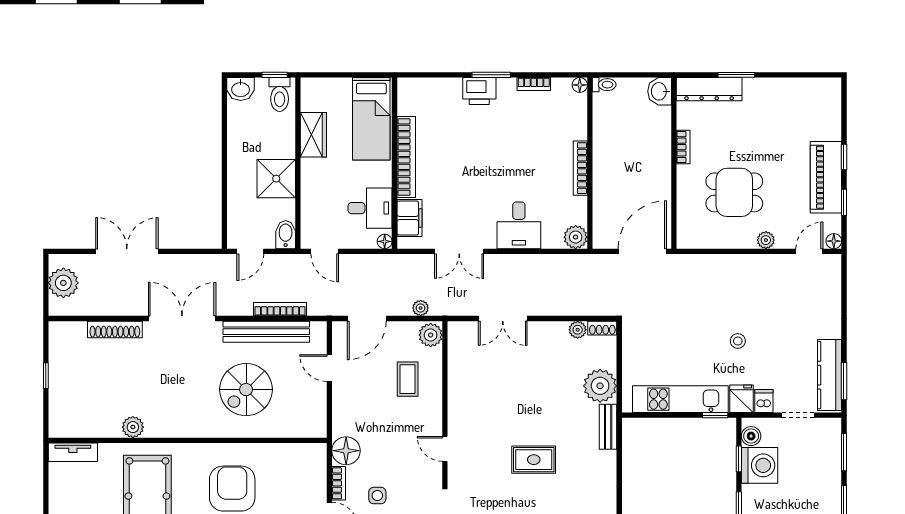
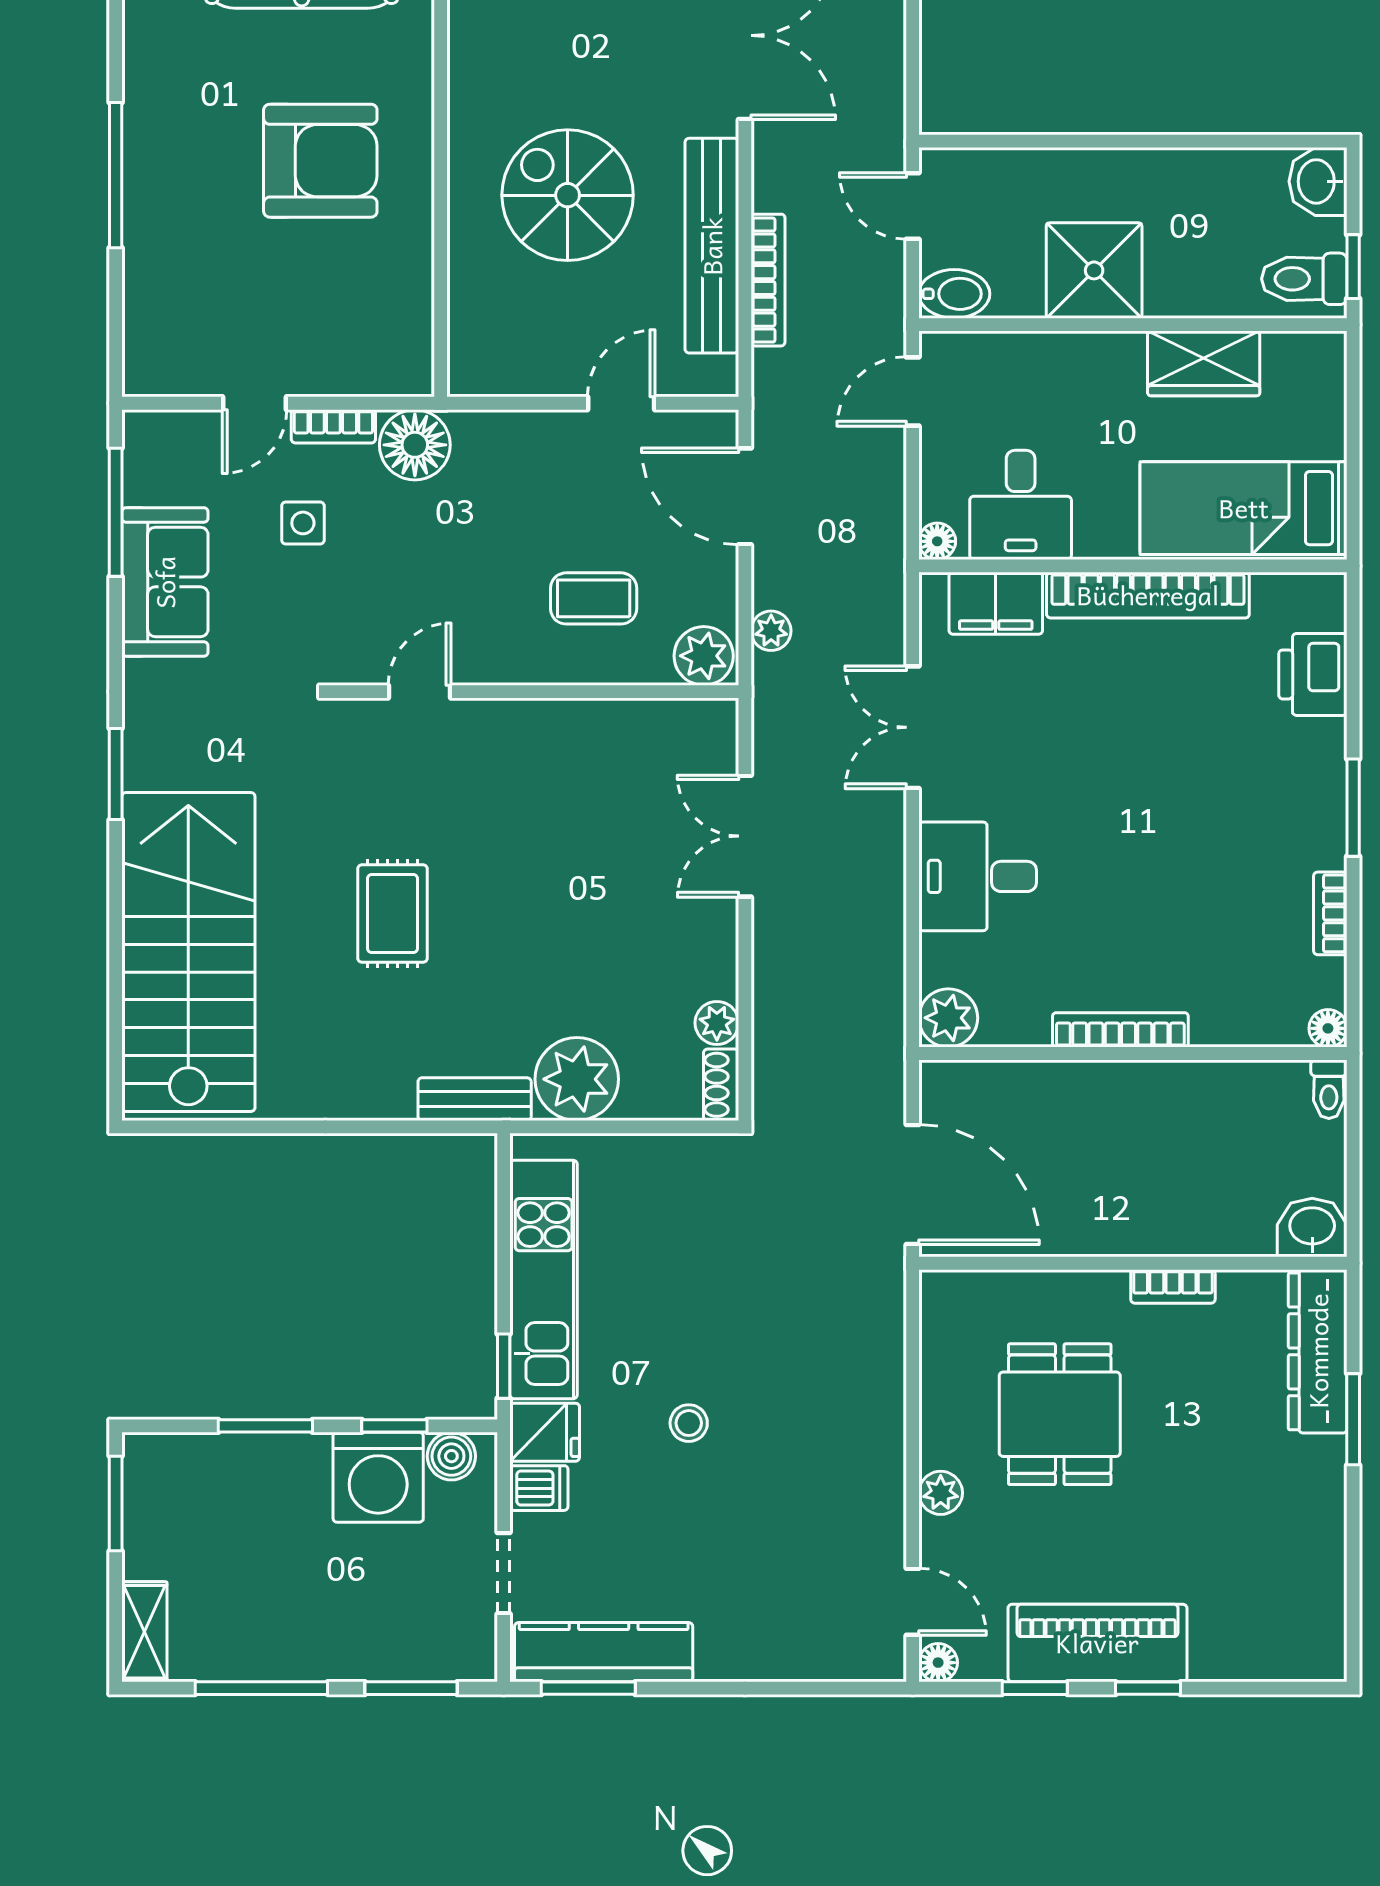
printer: (479, 91) -> (1313, 674), moved

